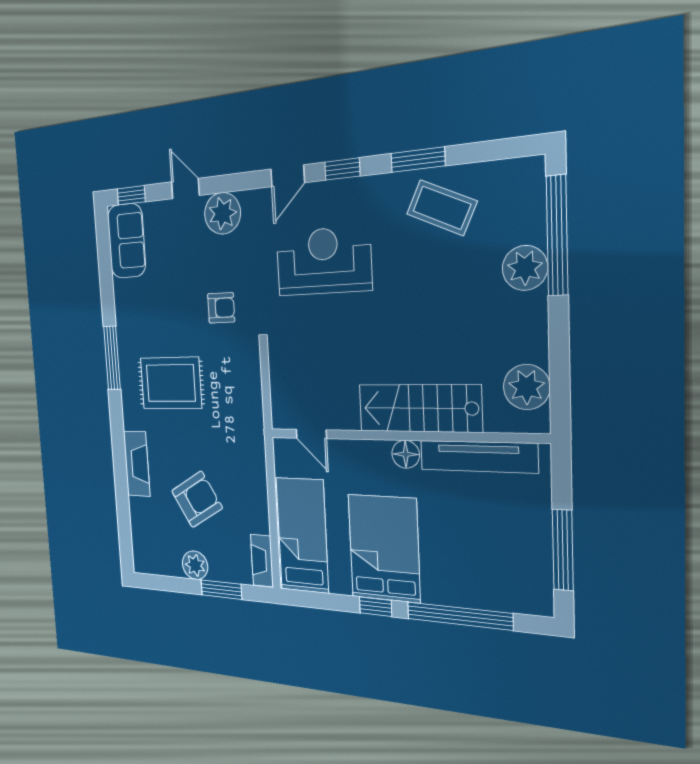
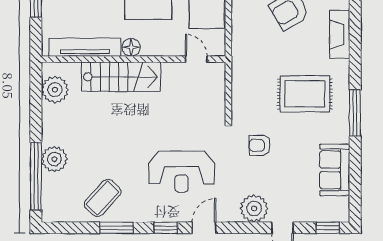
coffee table: (442, 208) -> (103, 198), turned -72
sofa: (126, 241) -> (335, 170), moved

